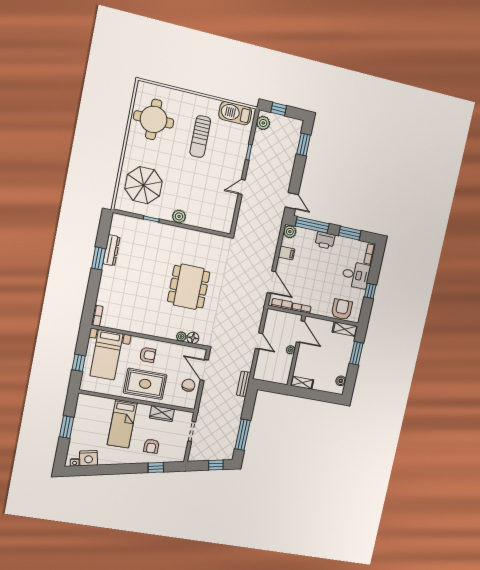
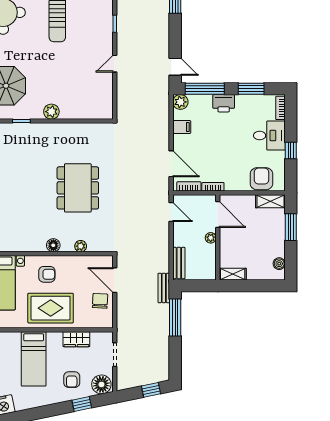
floor lamp: (193, 338) -> (53, 245), moved
door: (259, 341) -> (171, 212), moved
bench: (260, 366) -> (179, 263), added
window: (243, 435) -> (175, 318), moved
floor lamp: (176, 454) -> (101, 384), added

